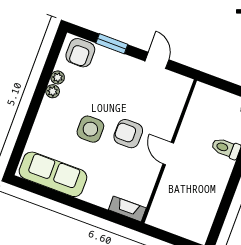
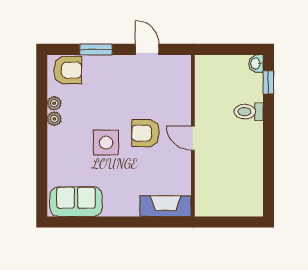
armchair: (80, 53) -> (68, 70), turned -90
sofa: (53, 174) -> (76, 202), width x0.73
fireplace: (127, 209) -> (166, 206), width x1.37, depth x1.32

